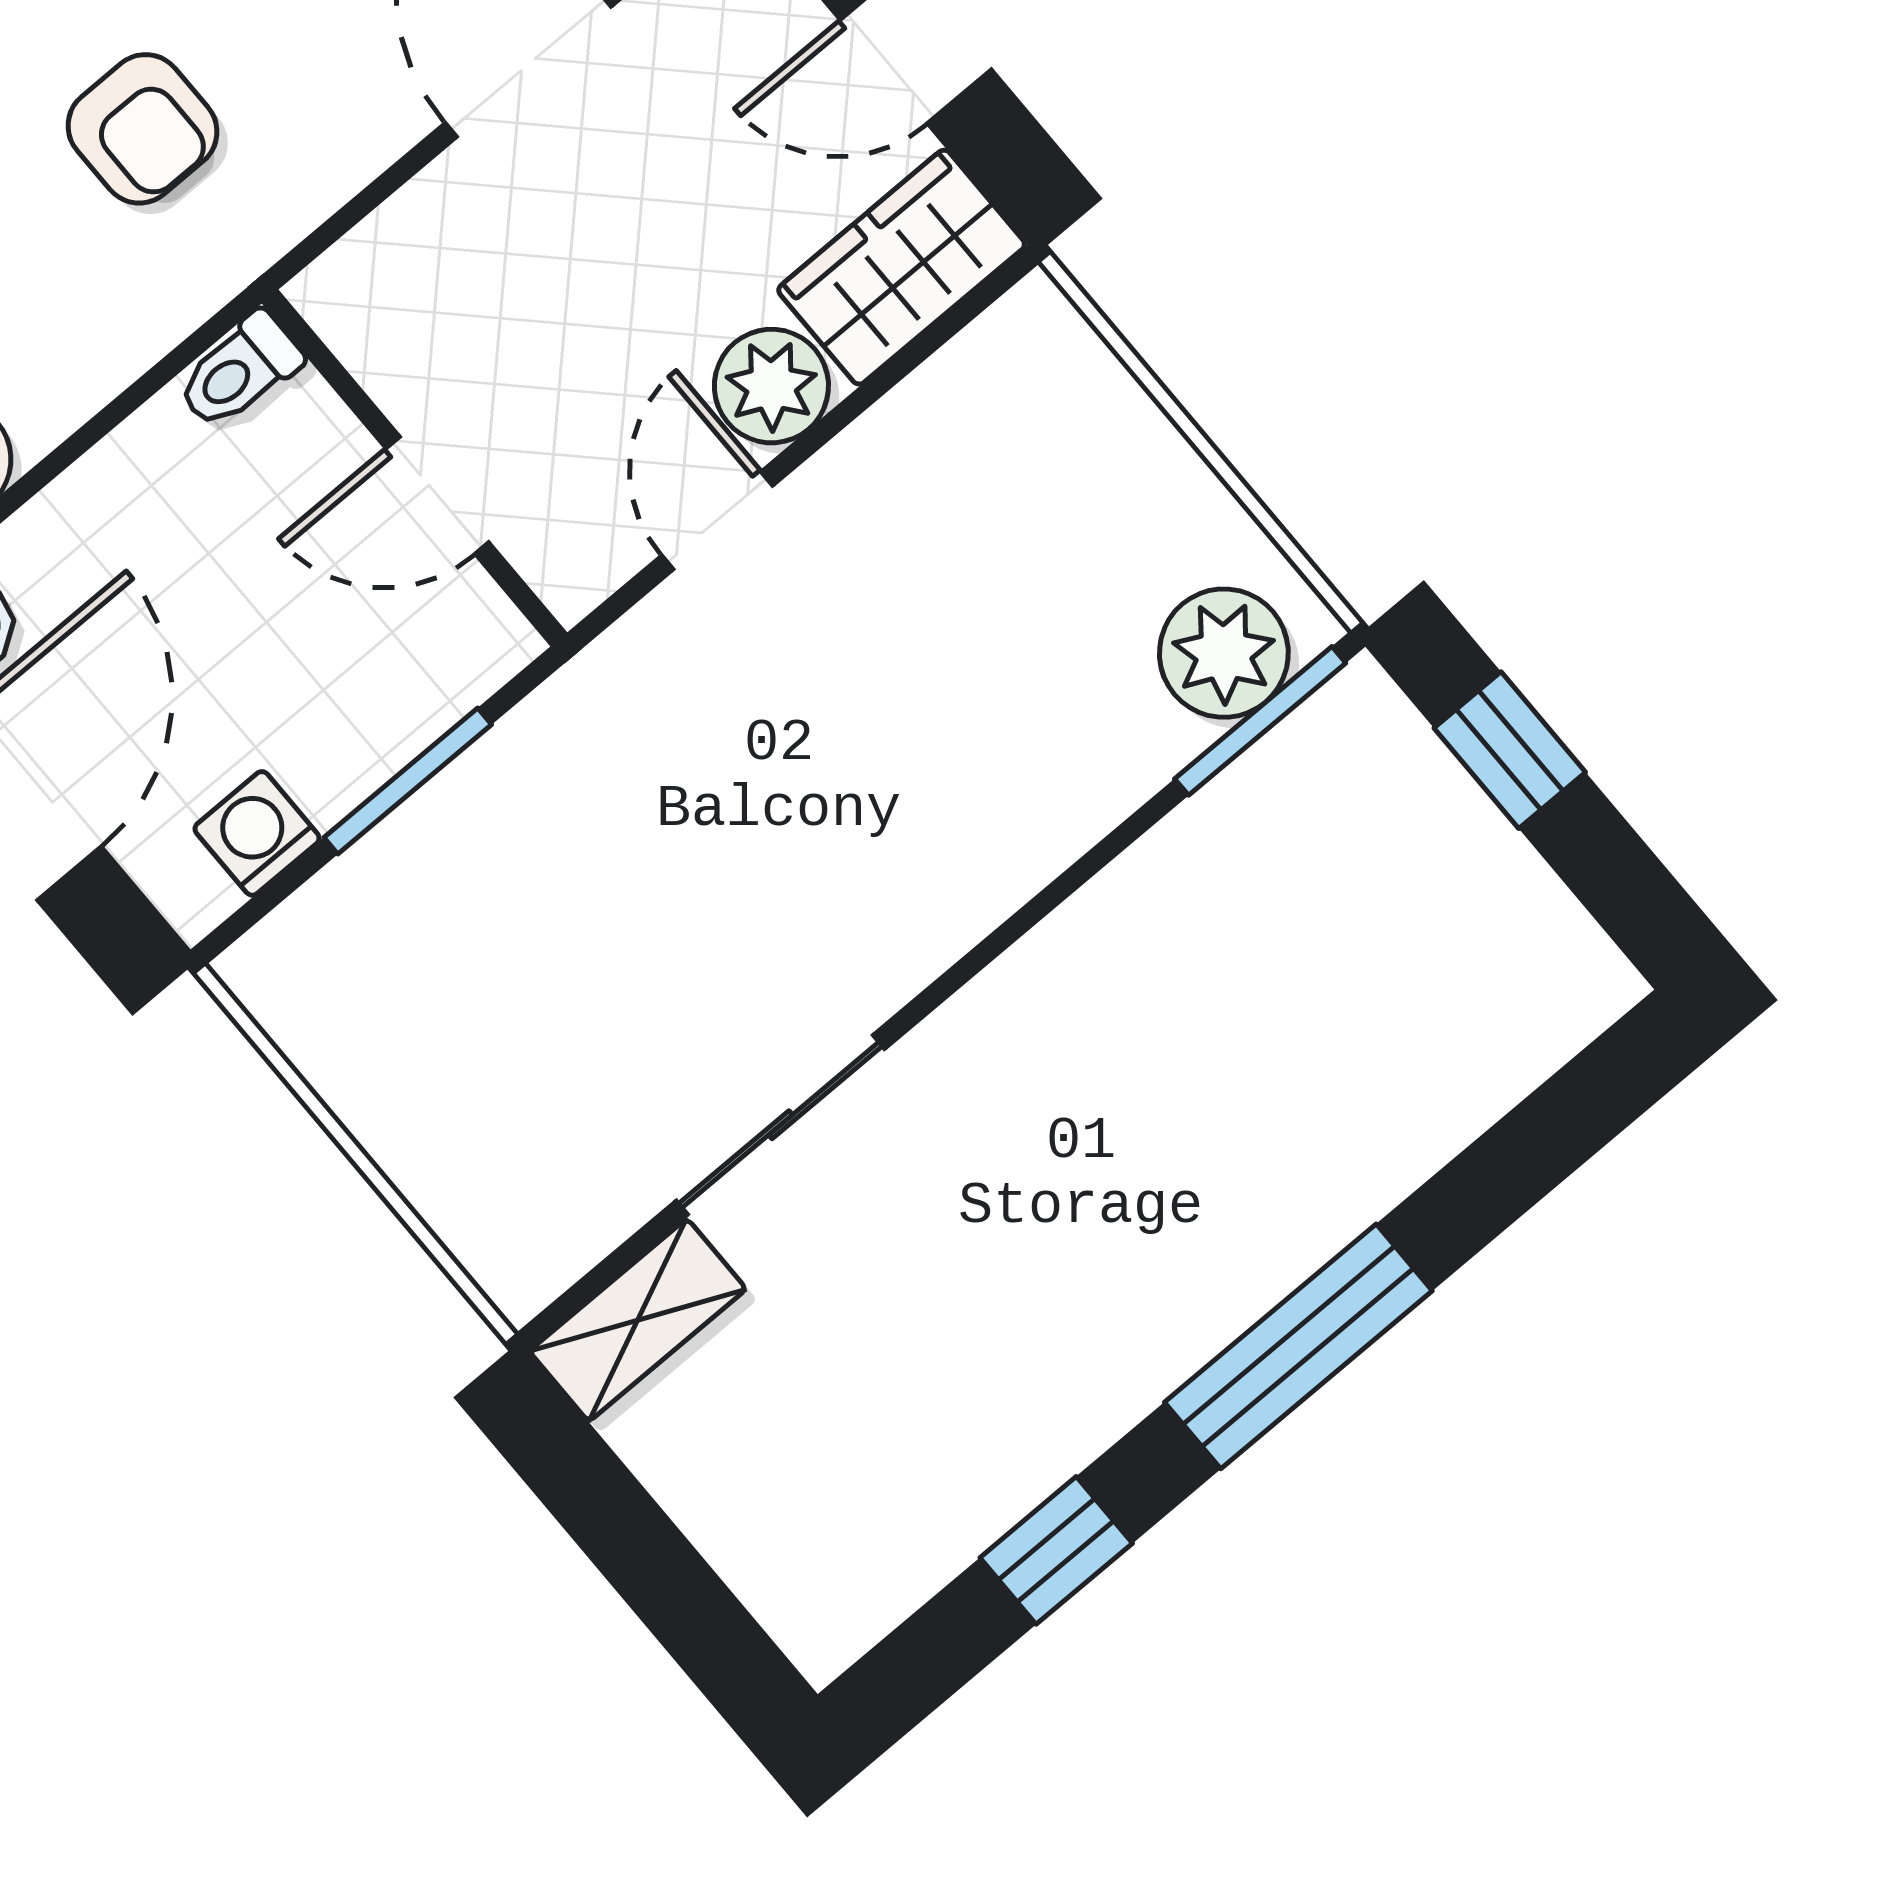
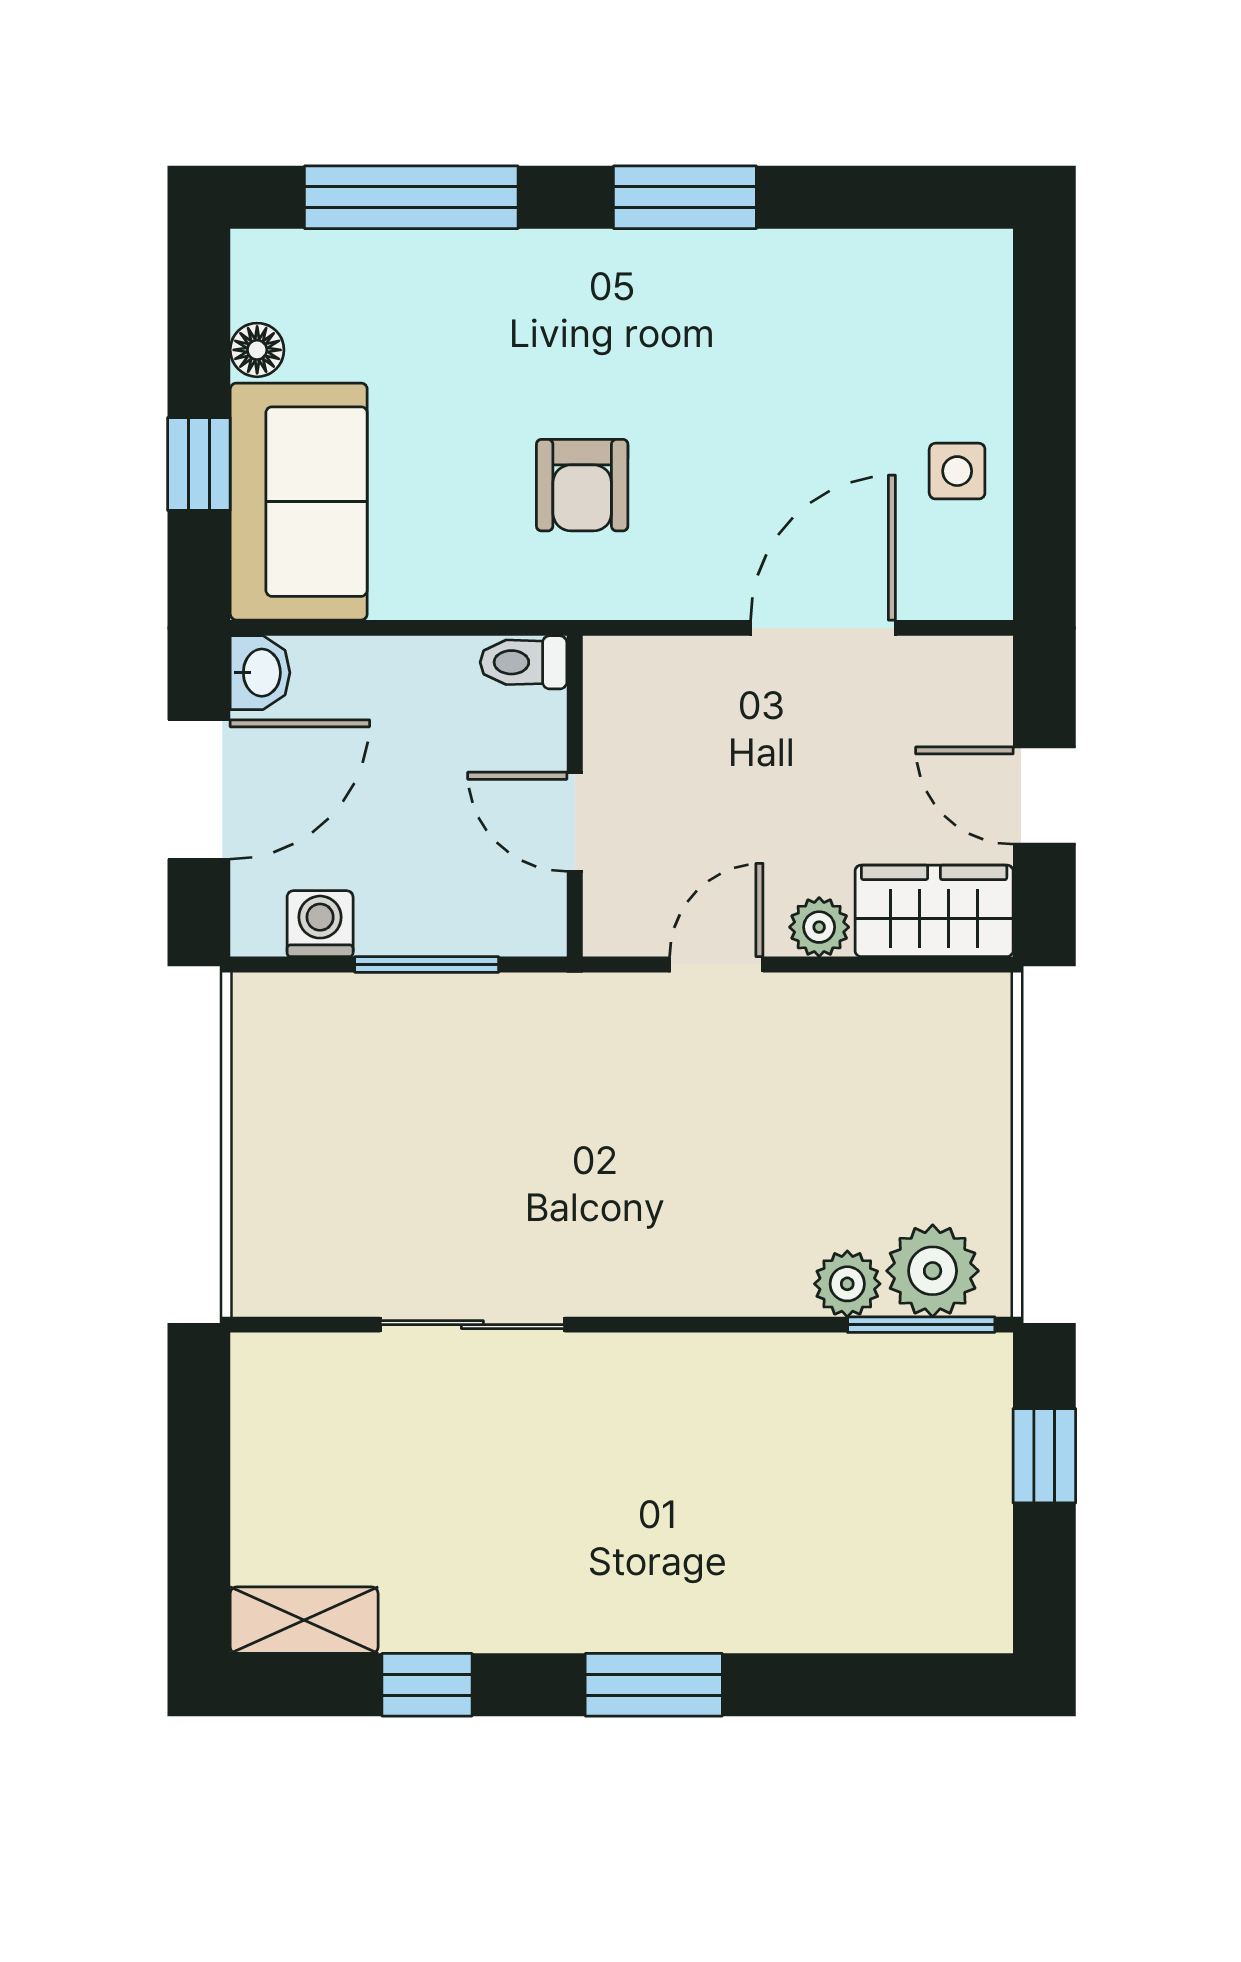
plant: (771, 386) -> (819, 927), width x0.73, depth x0.73
plant: (1144, 744) -> (847, 1284), added
shelving: (638, 1320) -> (304, 1620), moved
window: (1298, 1346) -> (654, 1685), width x0.69

